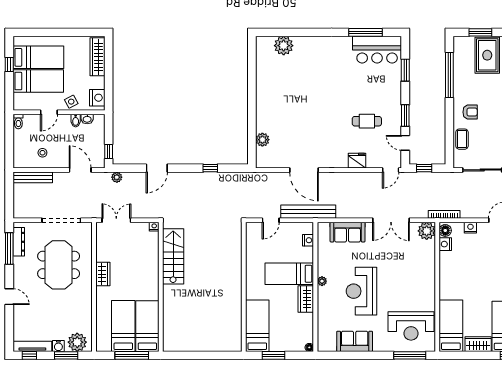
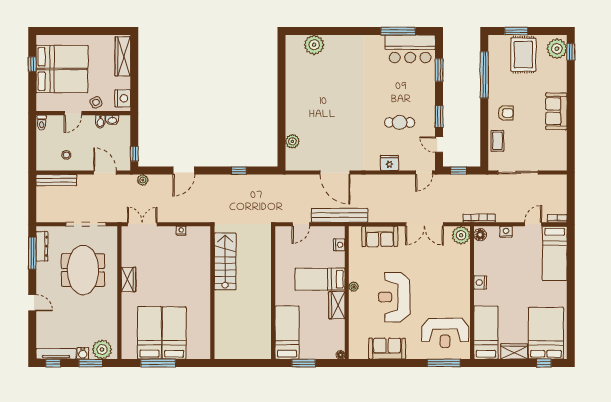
nightstand: (445, 244) -> (480, 283), moved
stairs: (173, 256) -> (225, 261), moved
wall: (161, 287) -> (212, 293), moved

